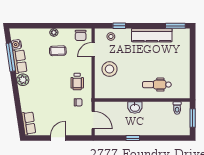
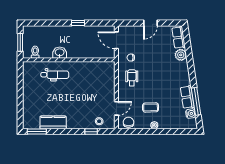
kitchen counter: (152, 35) -> (53, 122), width x0.67
stool: (110, 69) -> (101, 90), removed
plant: (23, 80) -> (181, 55), moved
washbasin: (135, 107) -> (60, 53), moved

